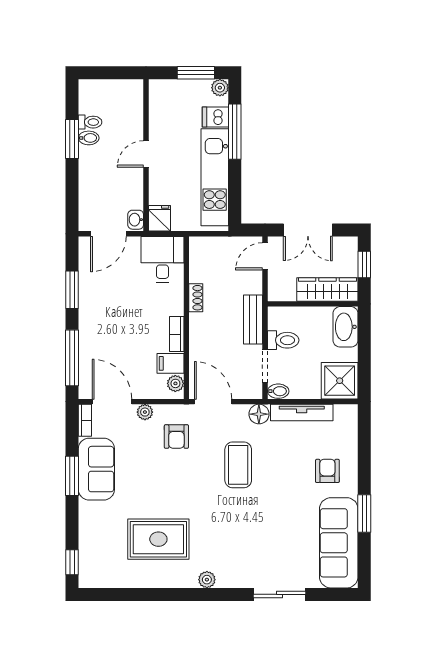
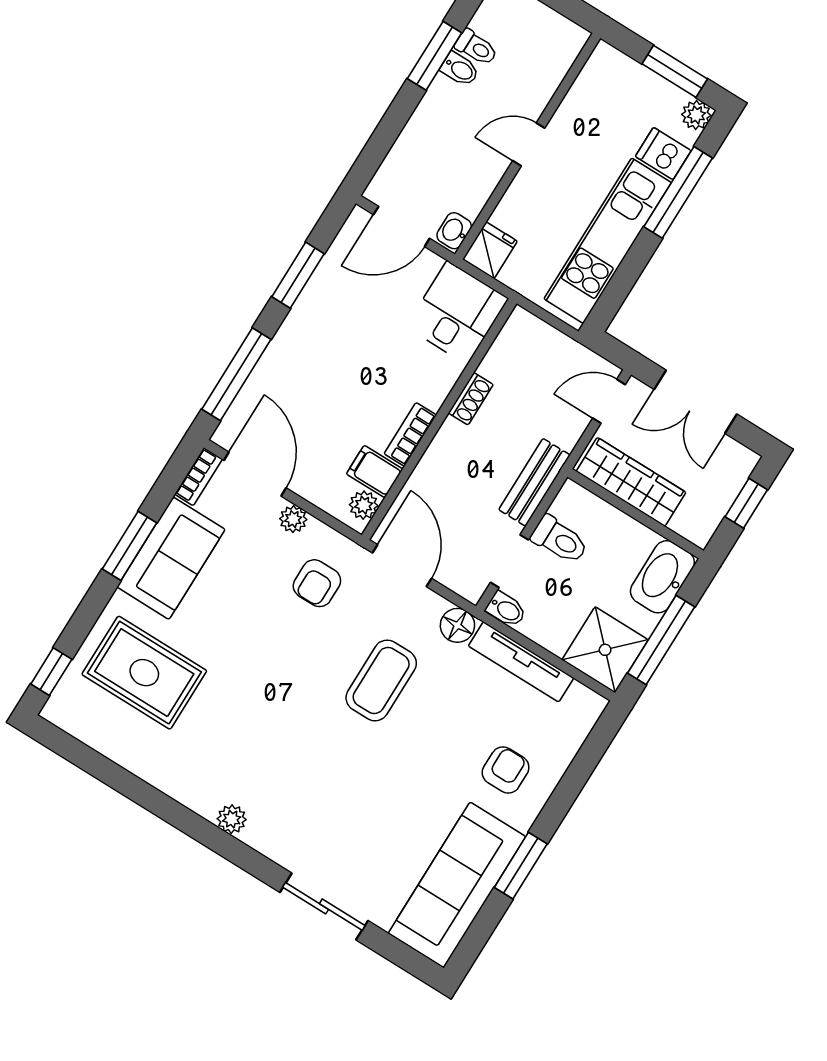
wardrobe: (327, 290) -> (631, 482), moved
window: (364, 359) -> (661, 640), added
rug: (158, 539) -> (144, 673), moved

